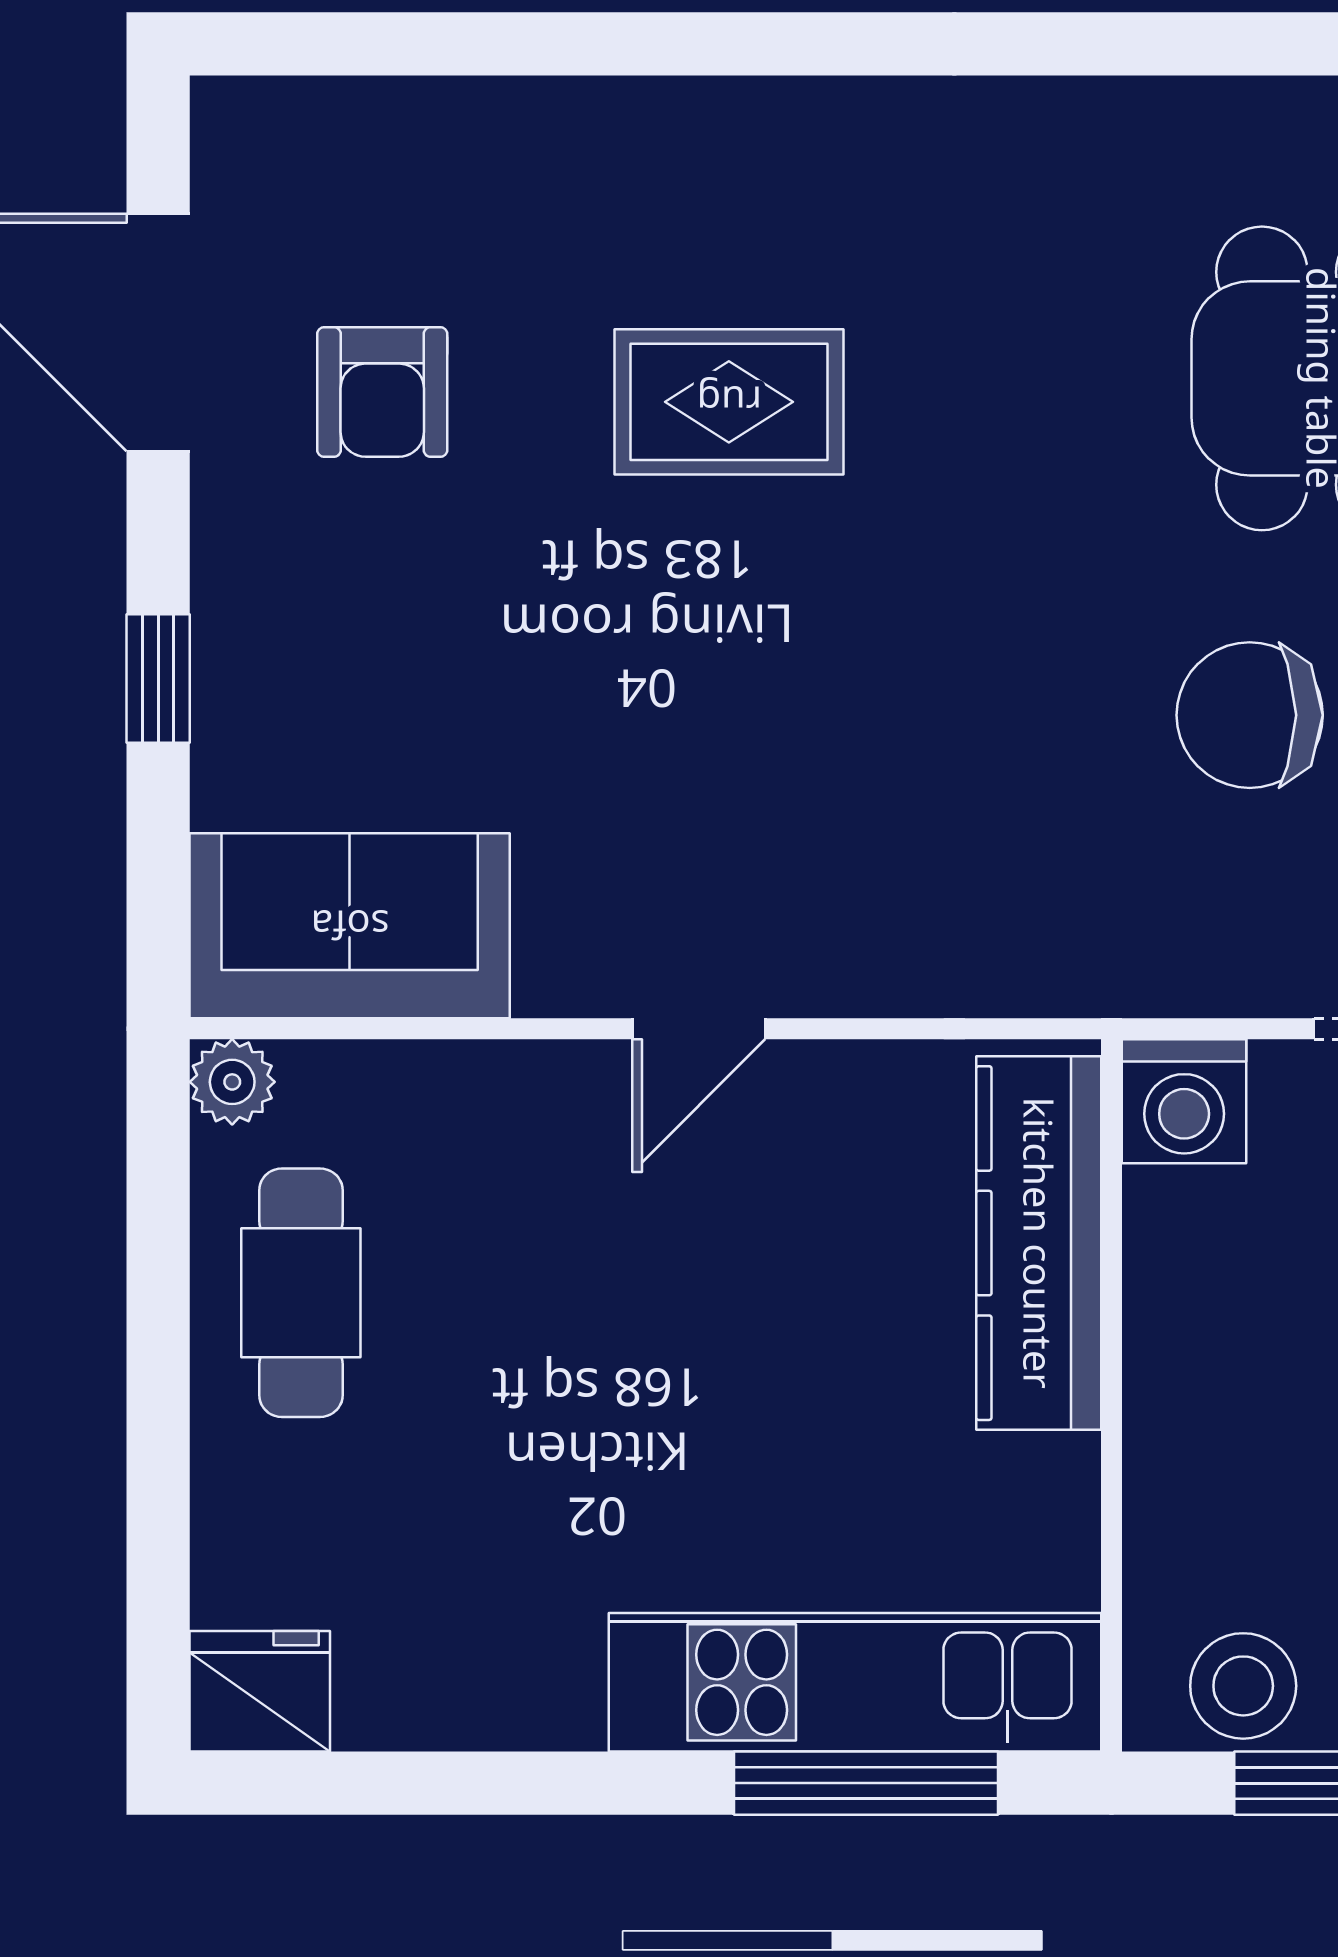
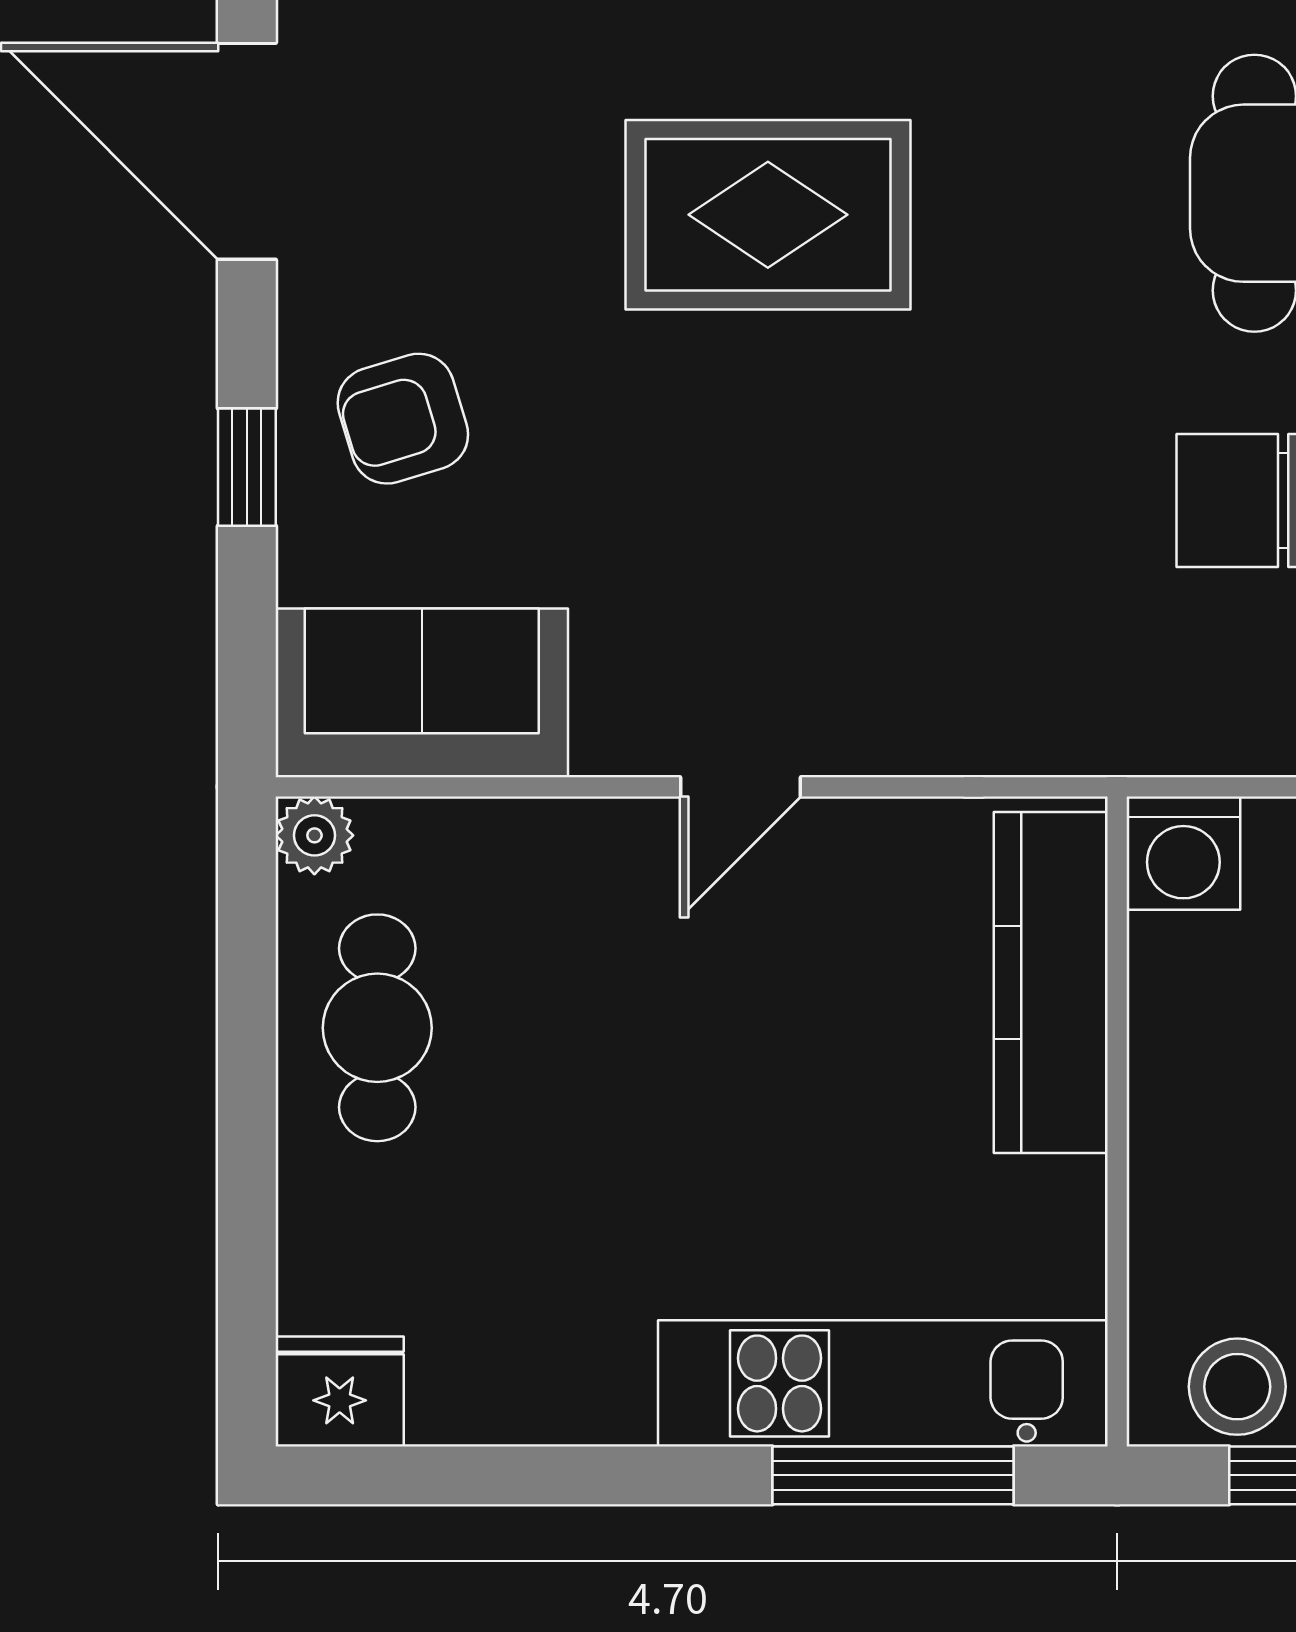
armchair: (382, 392) -> (403, 419), moved, turned 73
rug: (729, 402) -> (768, 215), width x1.36, depth x1.43

